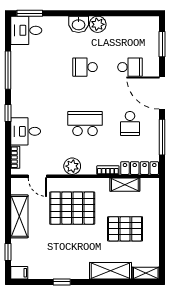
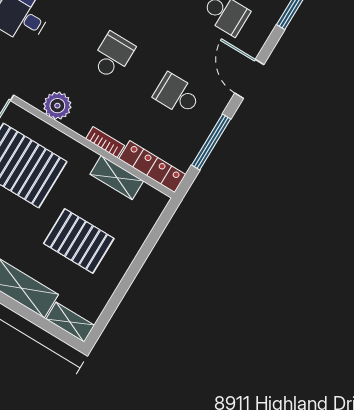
door: (162, 93) -> (249, 79), width x0.73
school desk: (85, 123) -> (113, 56), width x0.54
school desk: (130, 123) -> (177, 95), turned 90

